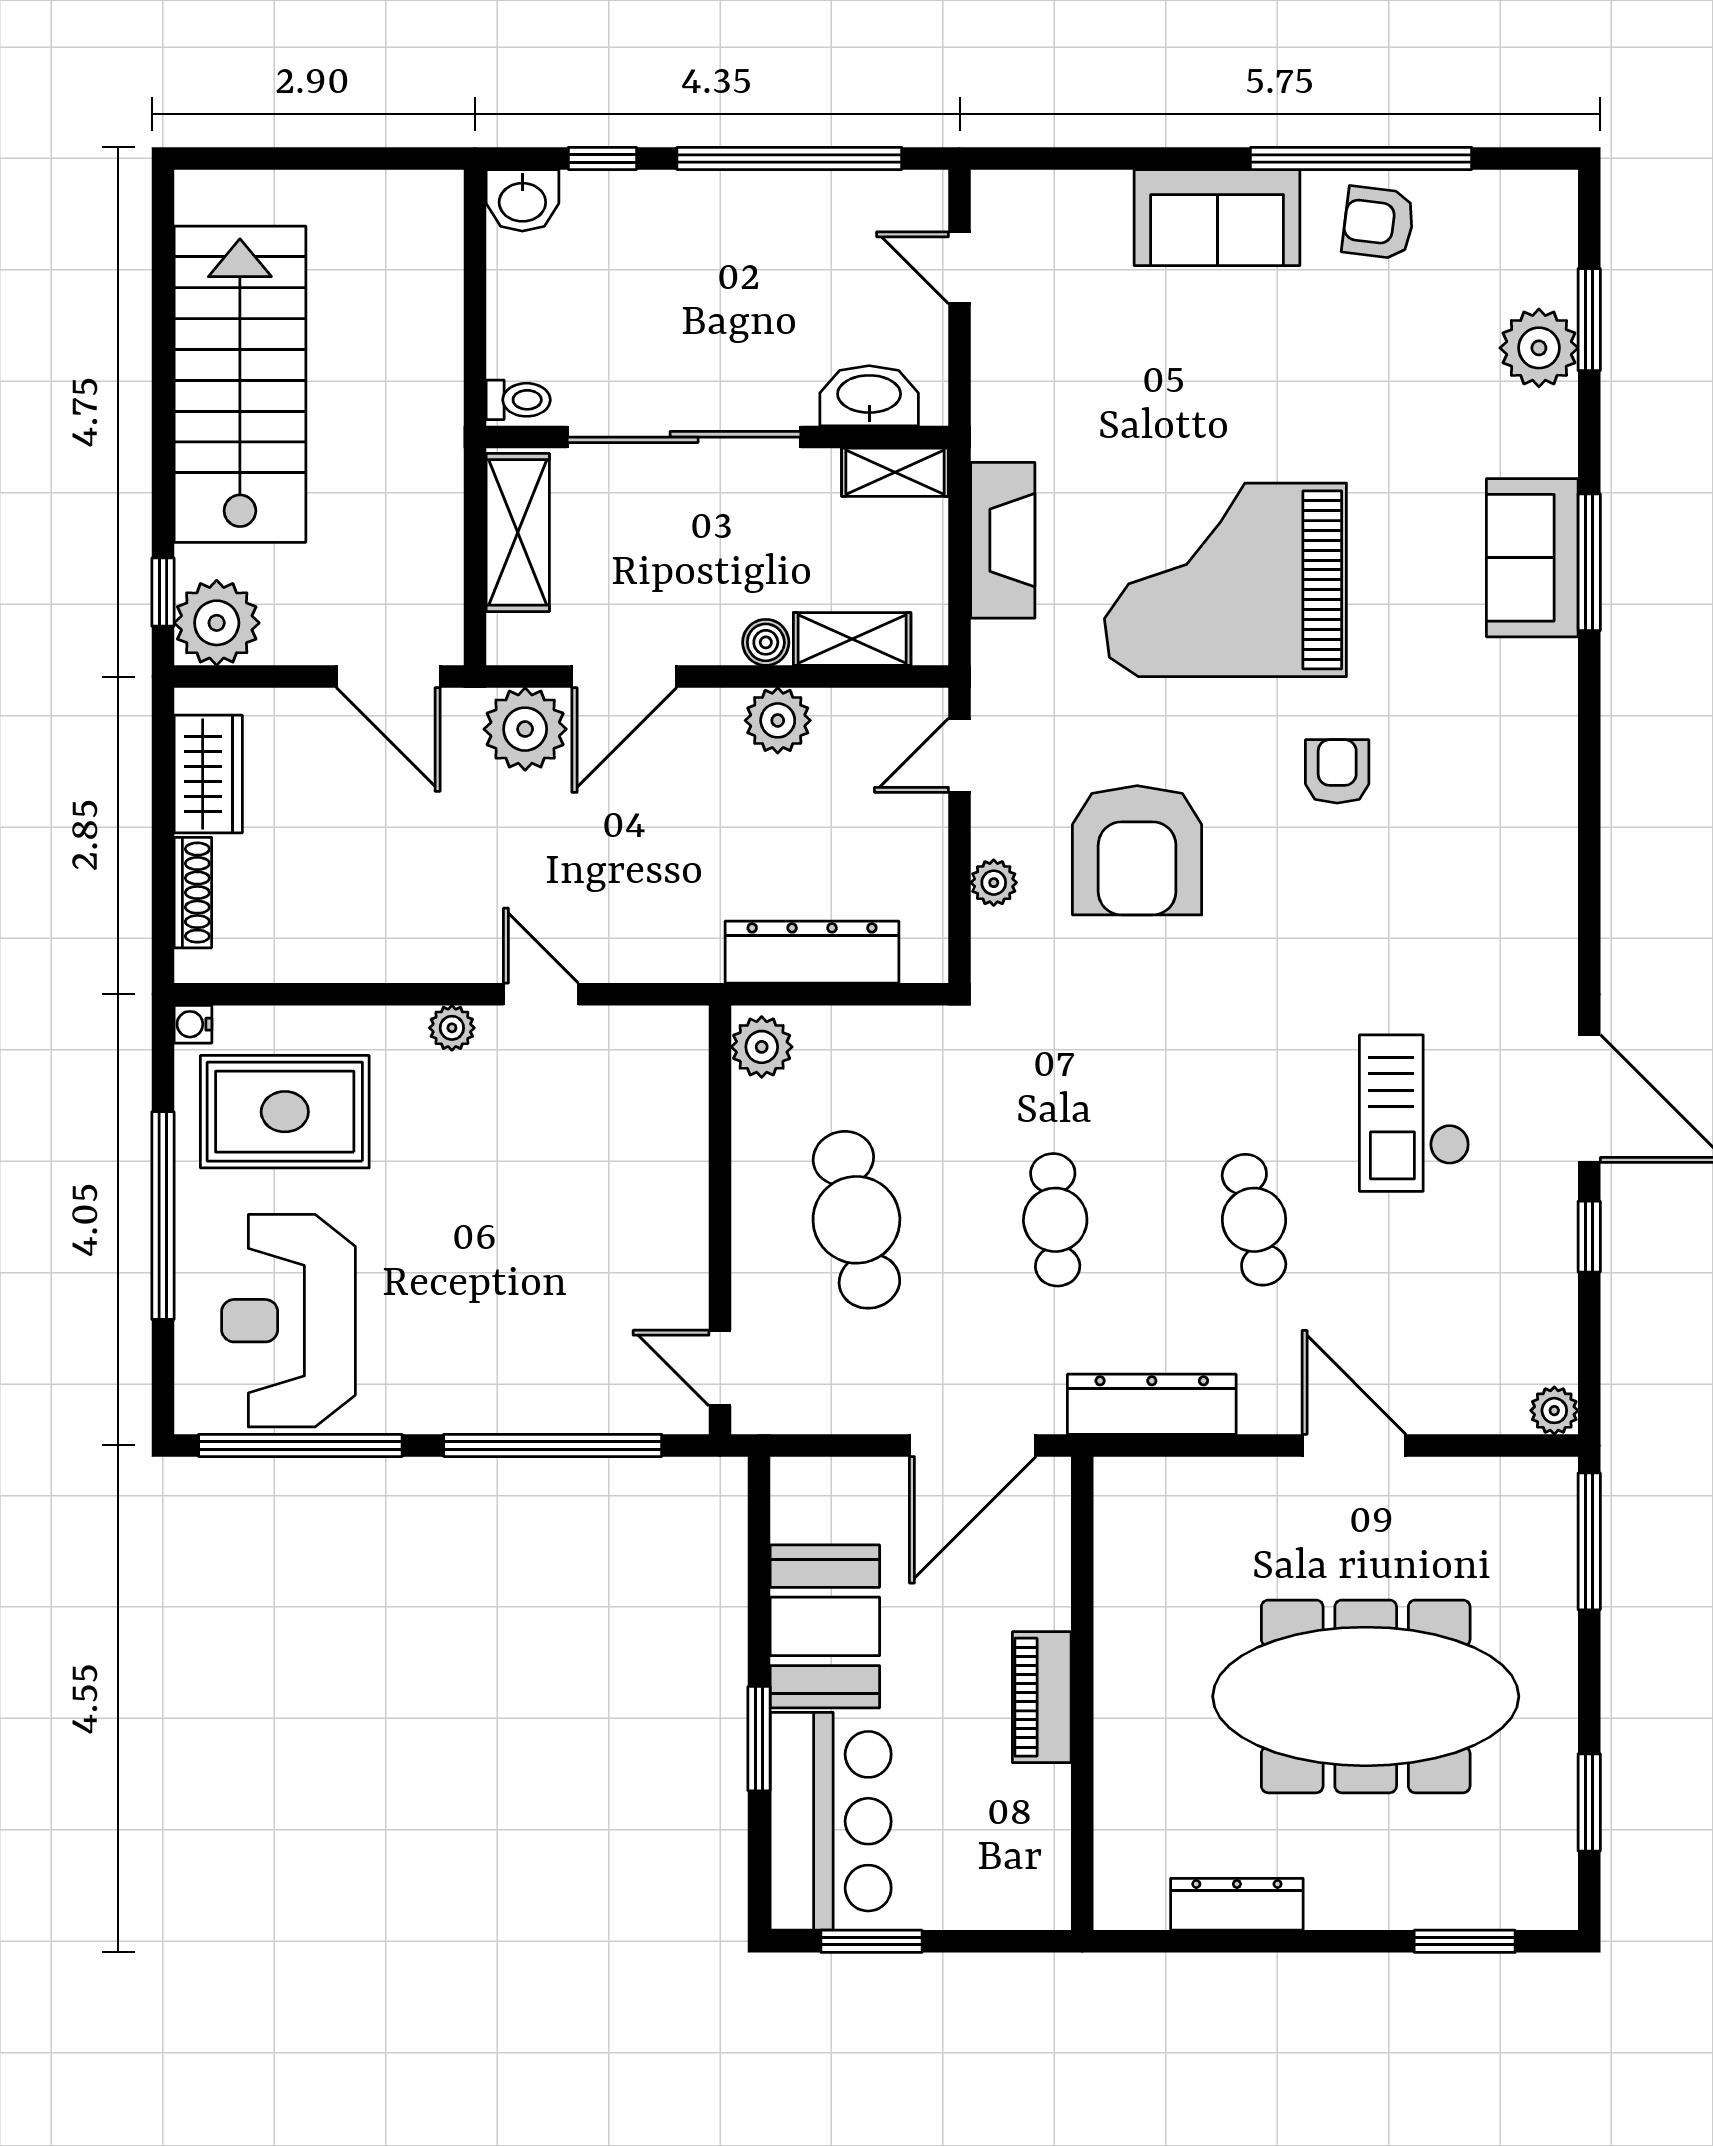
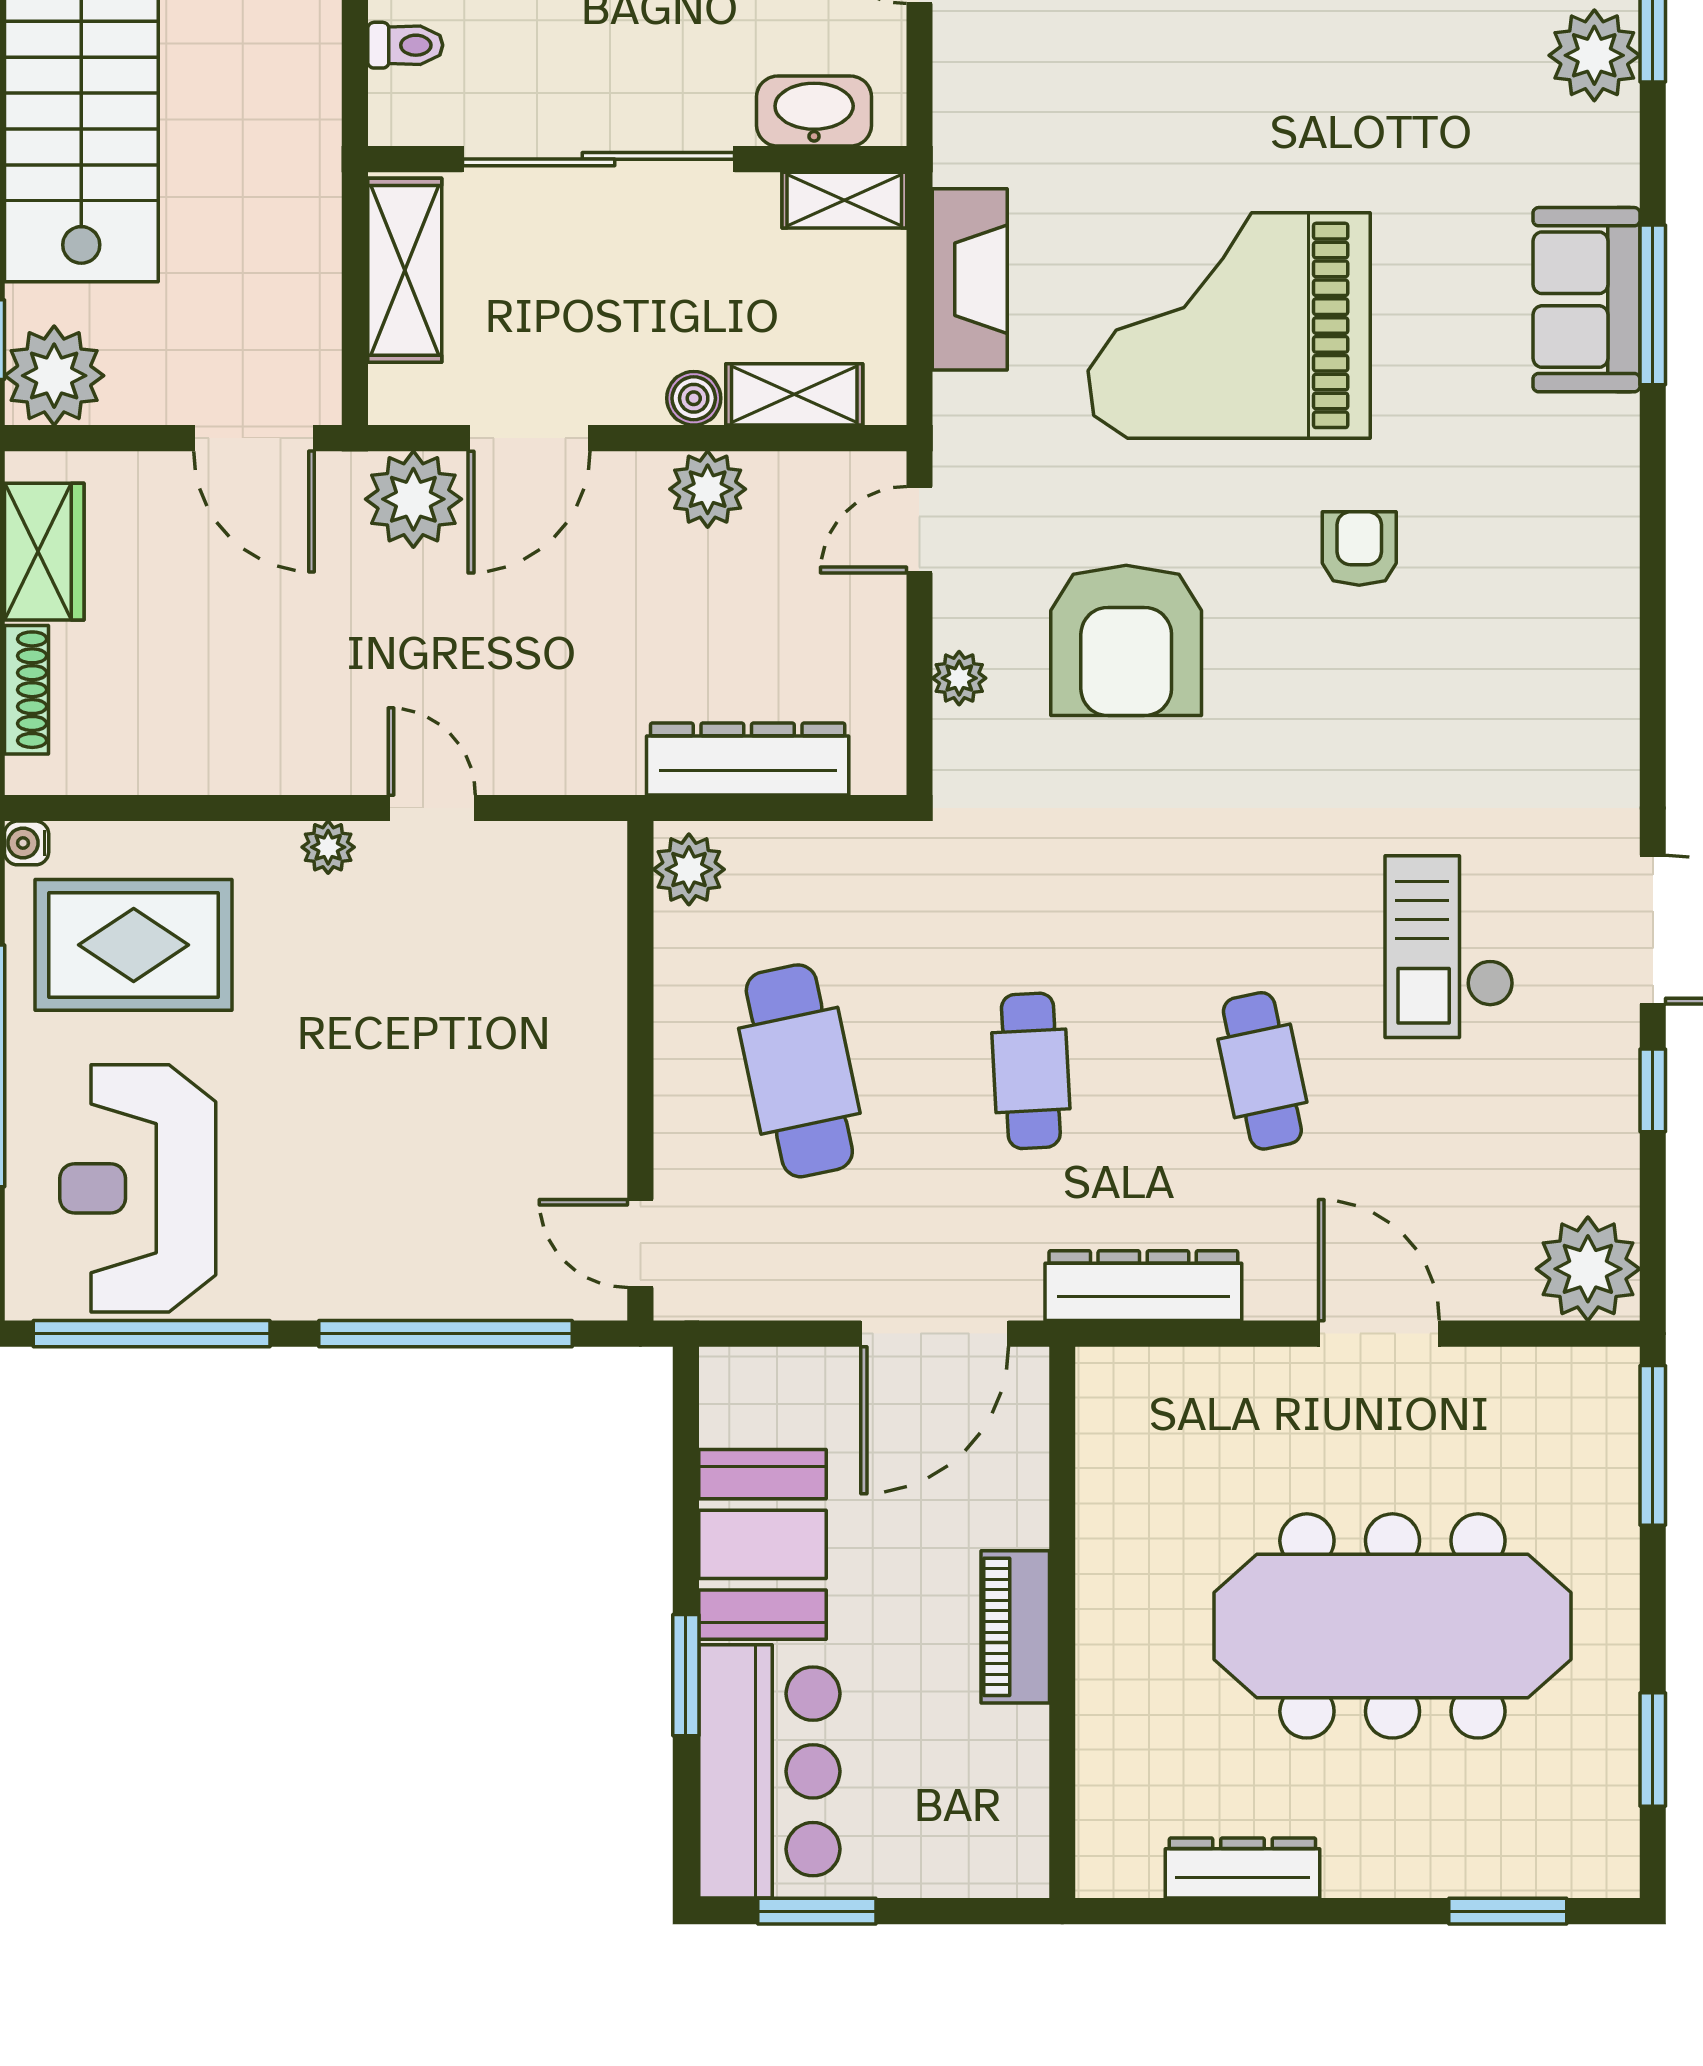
toilet: (518, 400) -> (405, 45), moved
plant: (1554, 1411) -> (1588, 1269), width x1.87, depth x1.87

